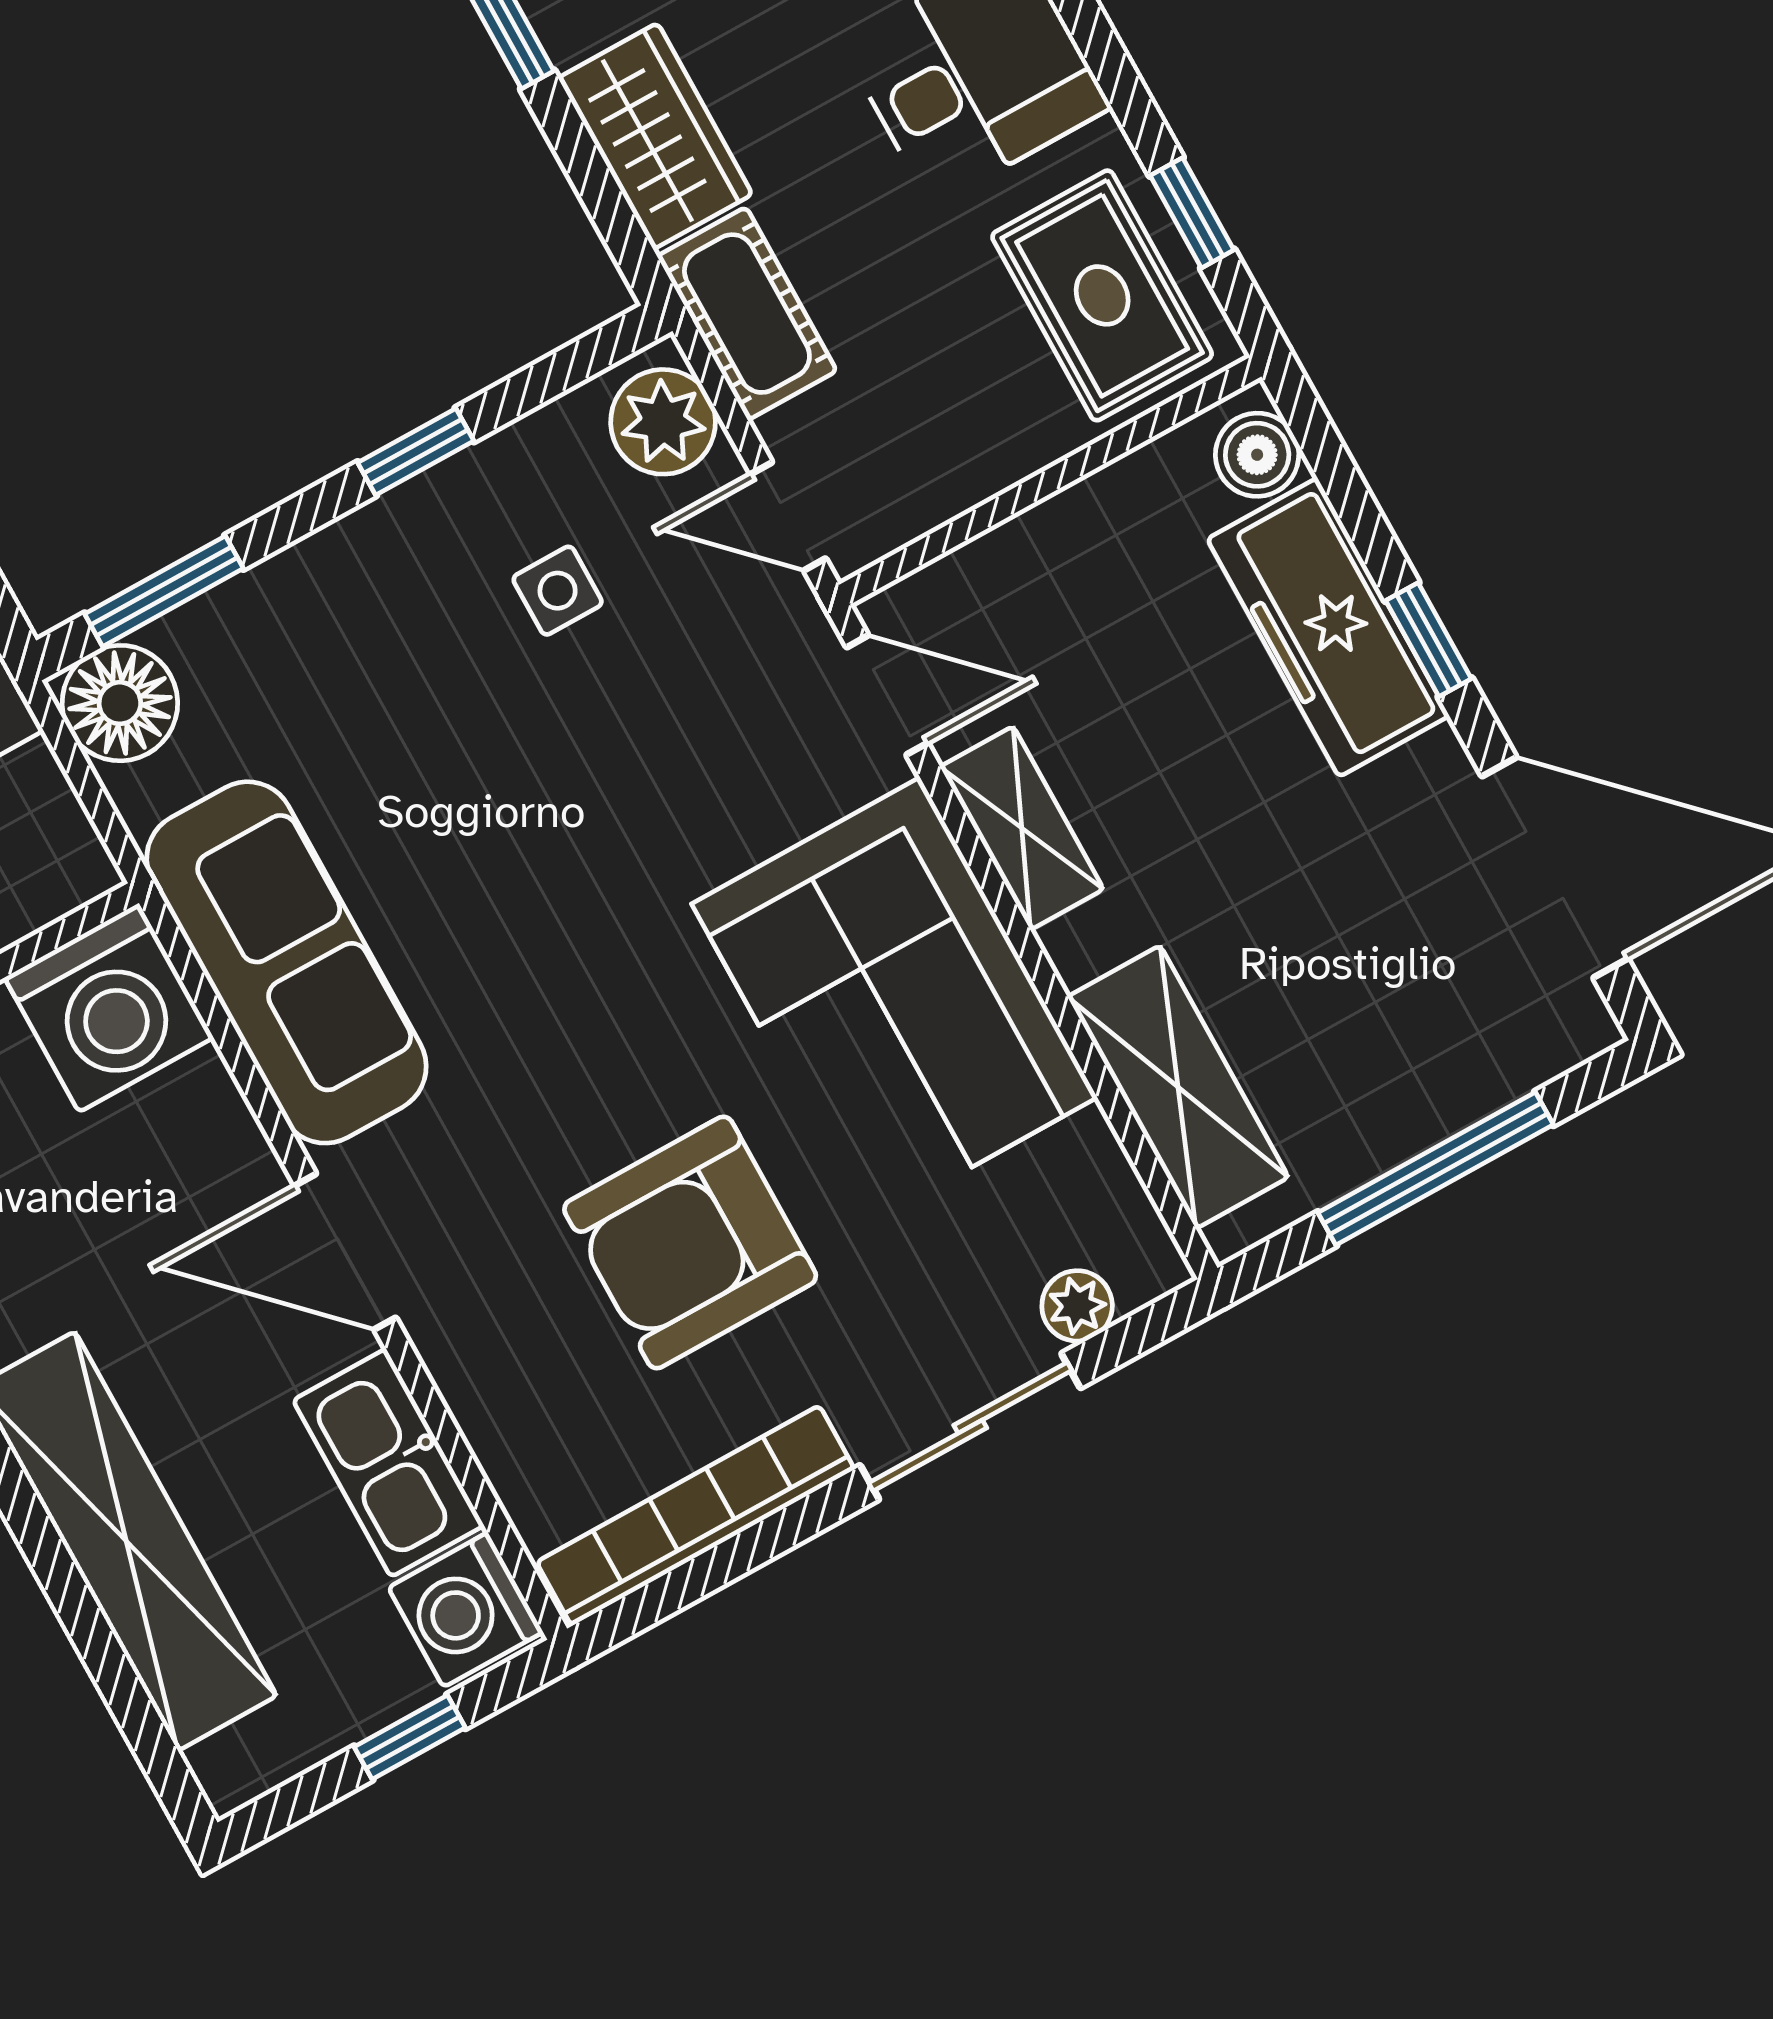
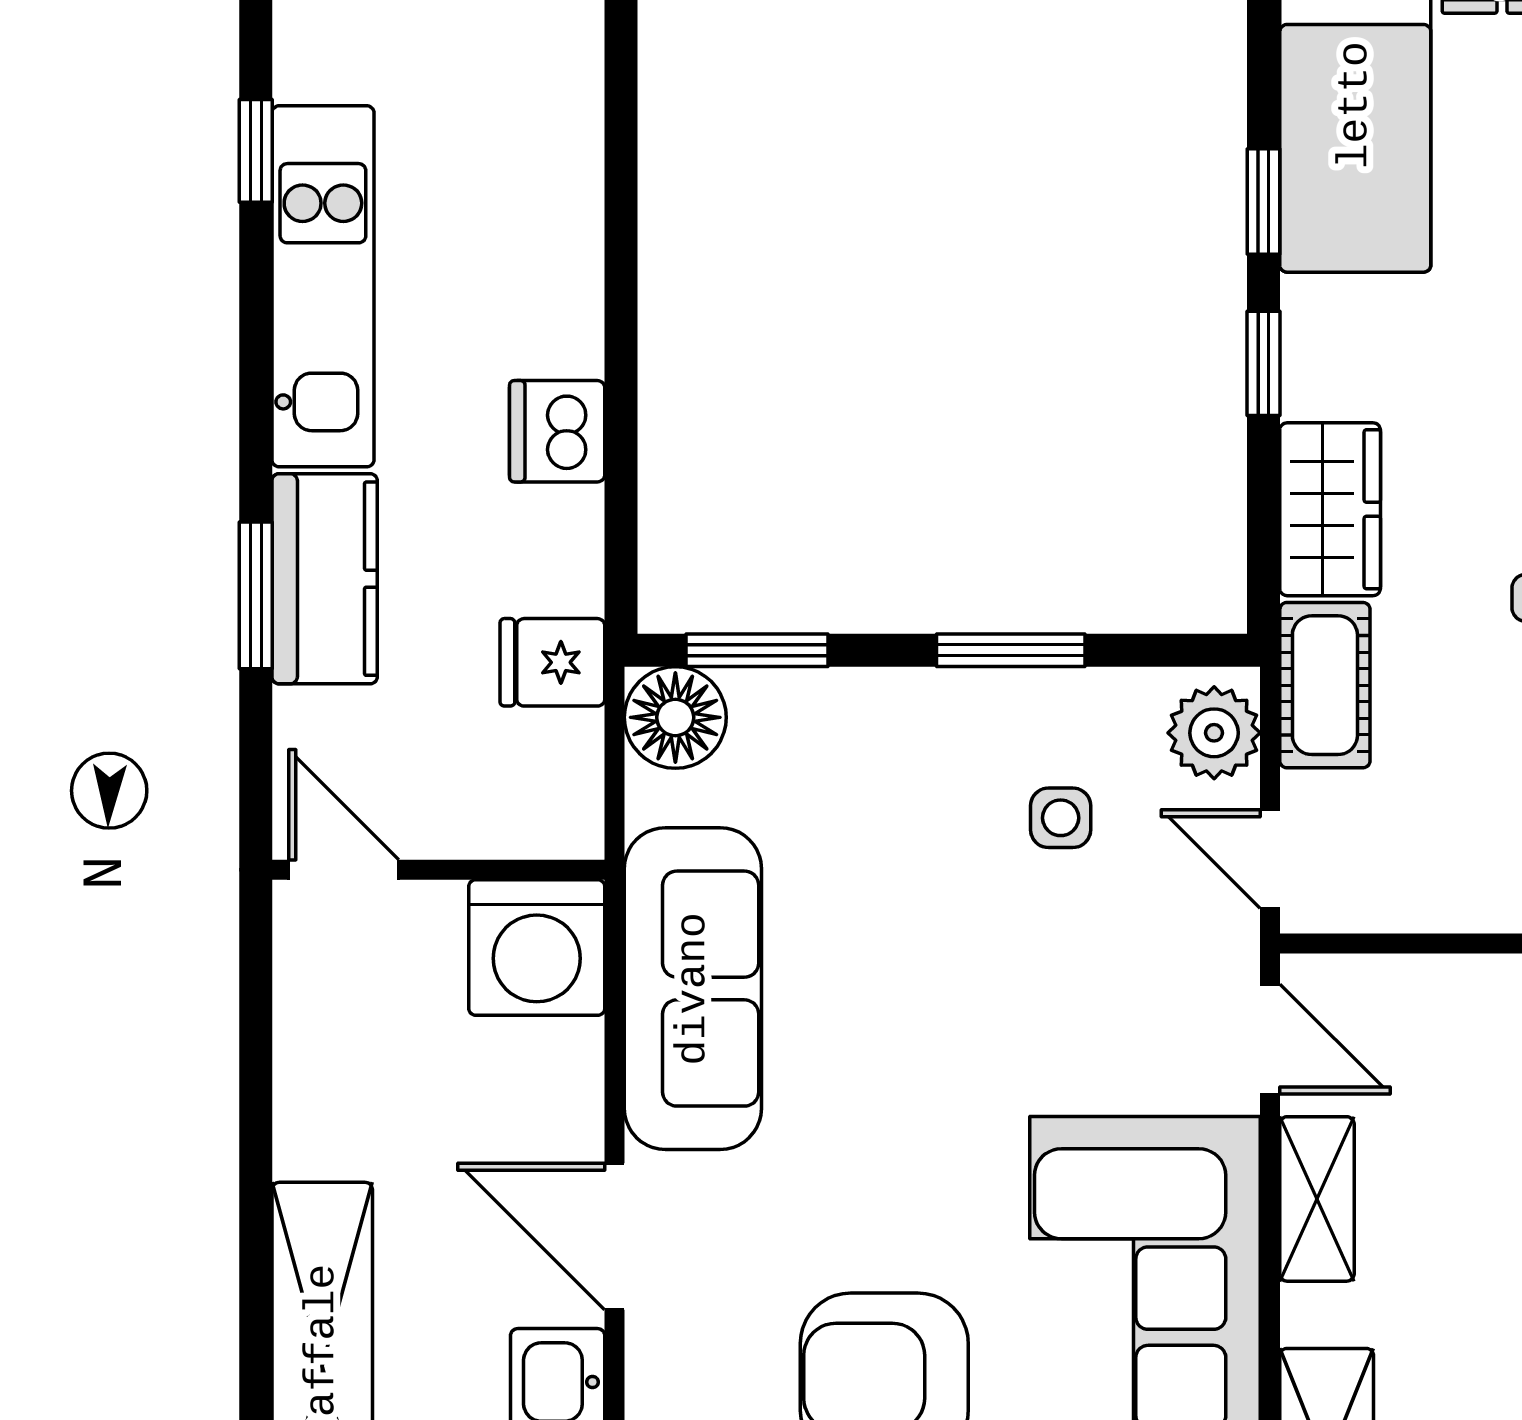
window: (416, 452) -> (1011, 650), width x1.50

